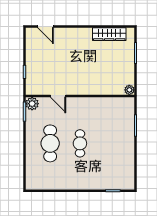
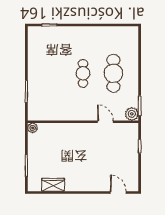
wardrobe: (109, 34) -> (53, 185), width x0.67

